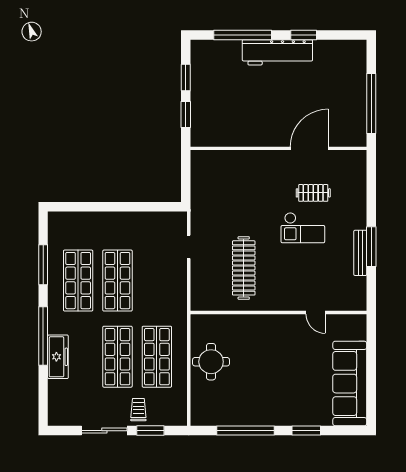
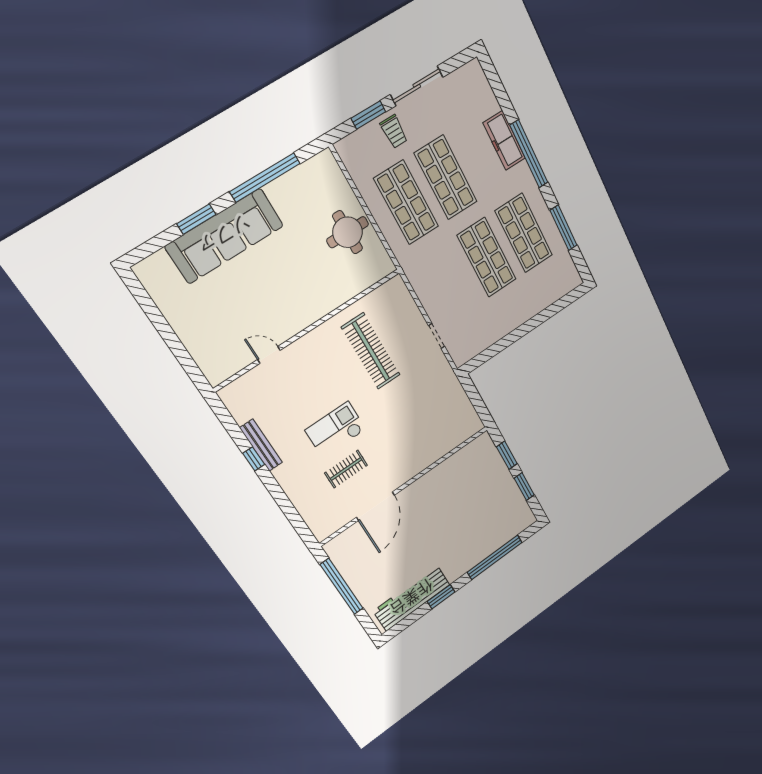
workbench: (277, 52) -> (412, 598), moved
window: (371, 247) -> (254, 459), width x0.46
sofa: (350, 384) -> (225, 236), moved, turned 90

